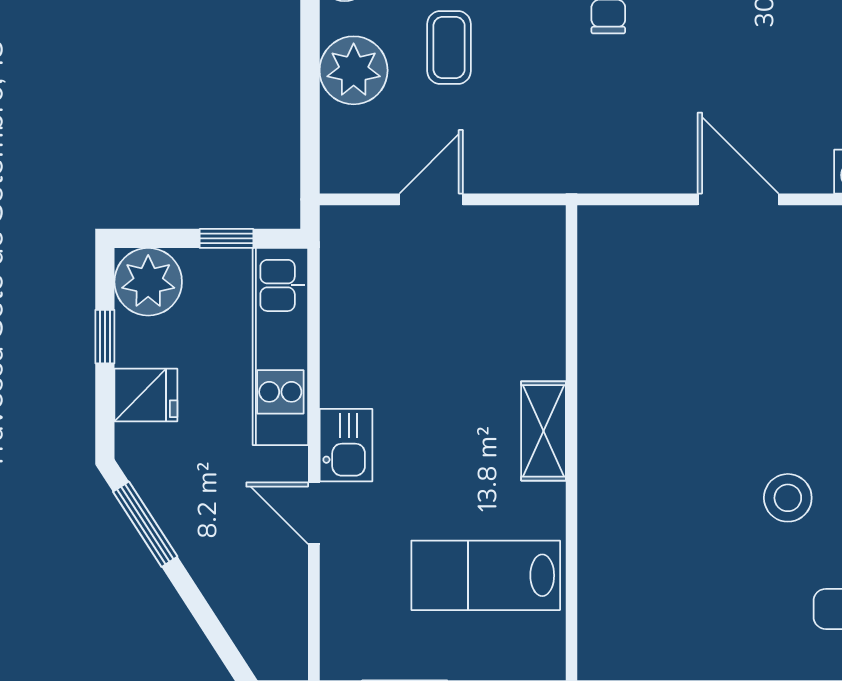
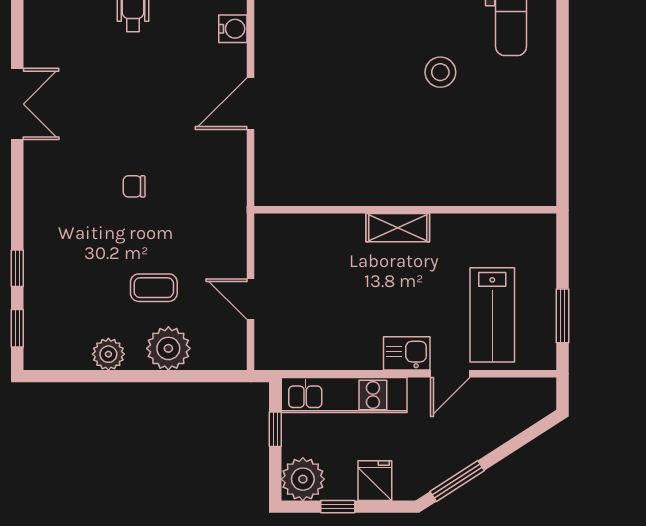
lab bench: (486, 575) -> (492, 315), moved

